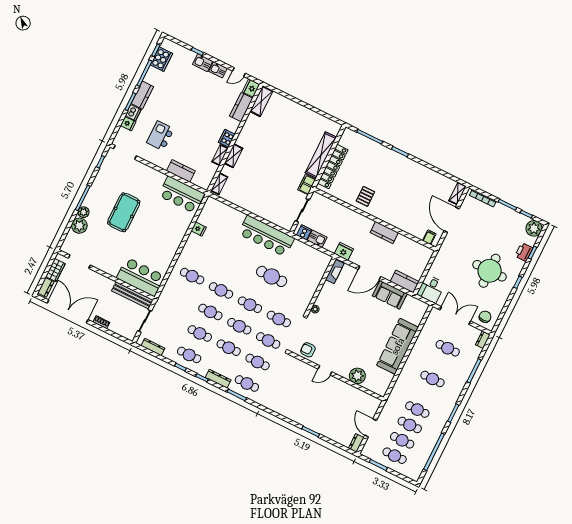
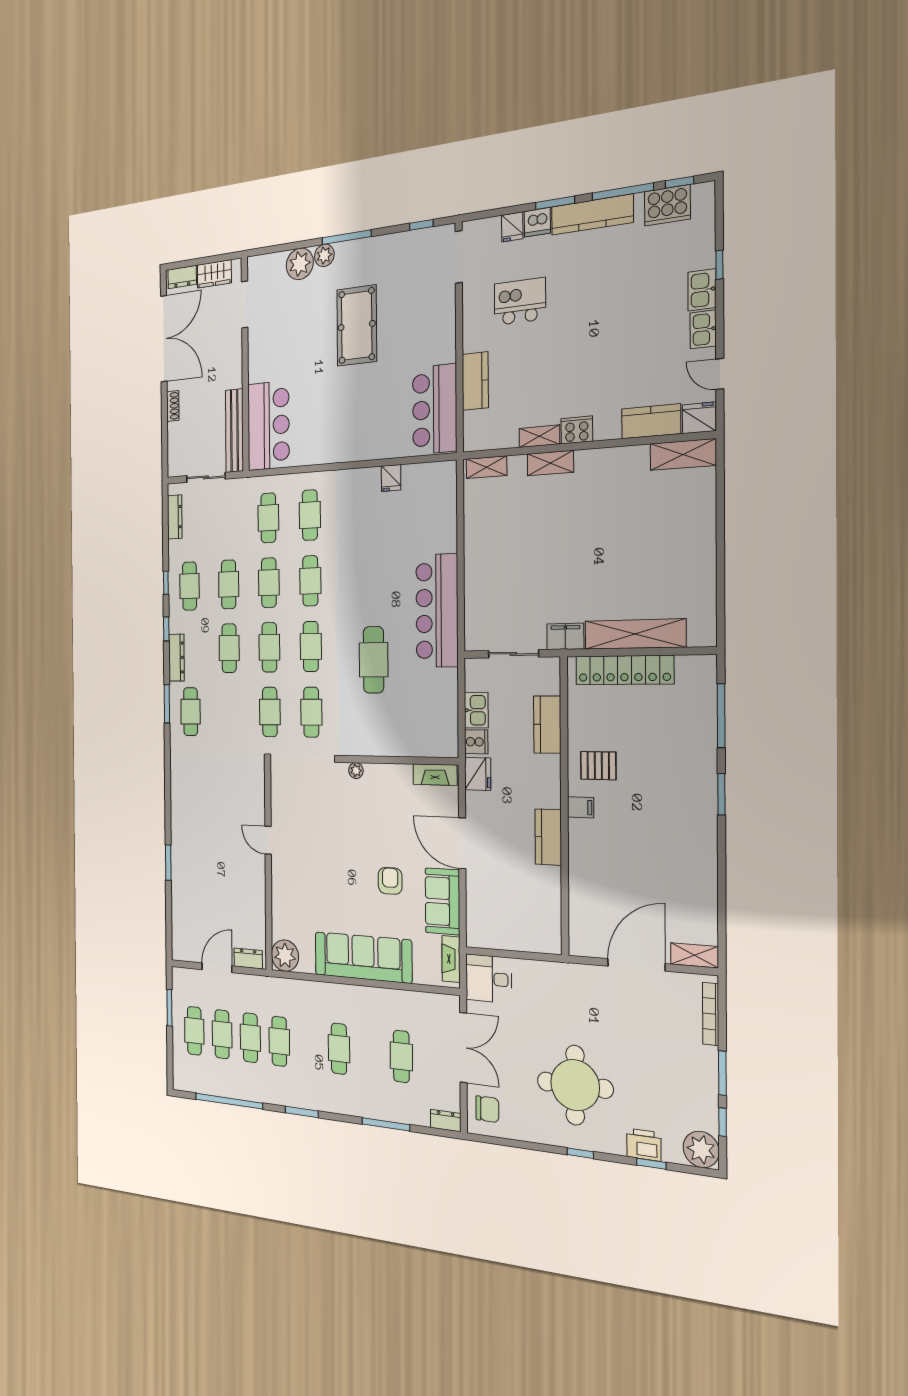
kitchen counter: (142, 95) -> (592, 215), width x1.50
pool table: (124, 212) -> (357, 326), turned 90
cooker: (304, 232) -> (476, 742), moved
filing cabinet: (429, 237) -> (581, 807), moved
kitchen counter: (405, 282) -> (547, 725), moved, turned 180
fireplace: (416, 303) -> (451, 959), added
armchair: (308, 350) -> (390, 881), moved
cafe table: (258, 362) -> (268, 518), moved
plant: (357, 376) -> (285, 956), moved
dresser: (356, 443) -> (248, 958), moved

